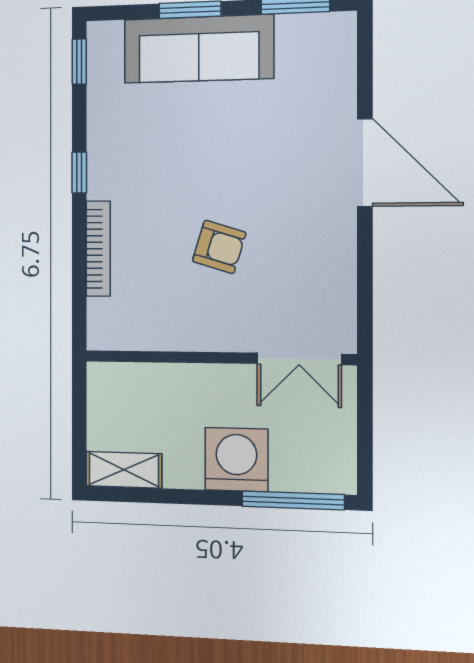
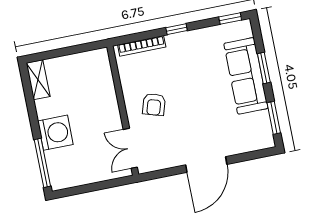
wall: (219, 358) -> (123, 111), moved
double door: (299, 359) -> (130, 148), moved

